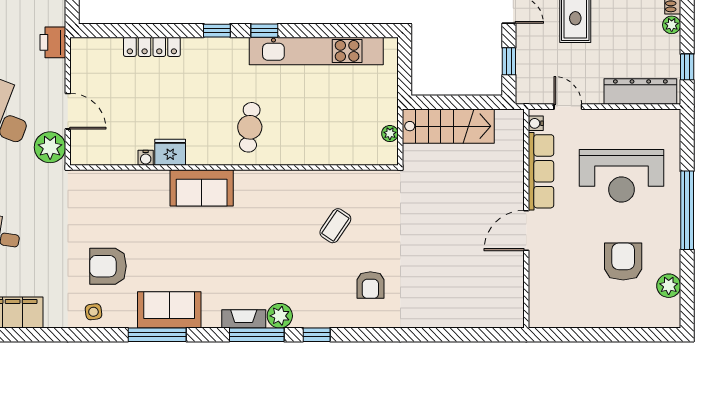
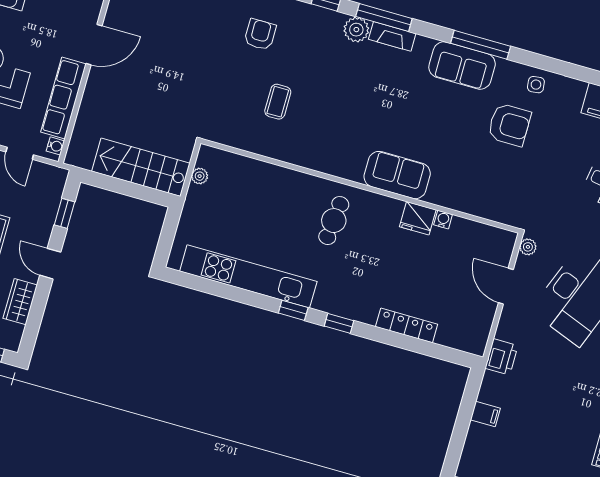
plant: (50, 147) -> (528, 247), width x0.53, depth x0.53
coffee table: (335, 226) -> (278, 102), turned -34

